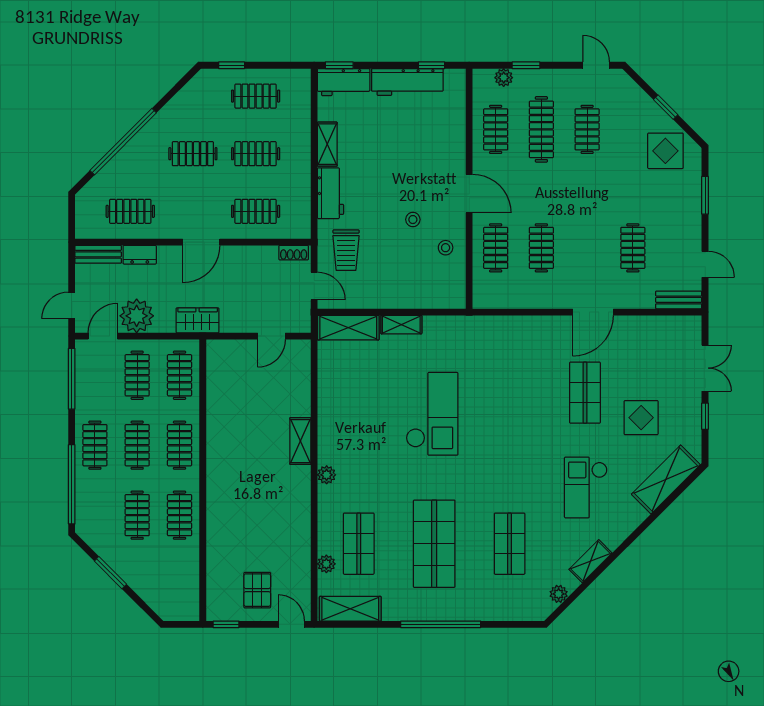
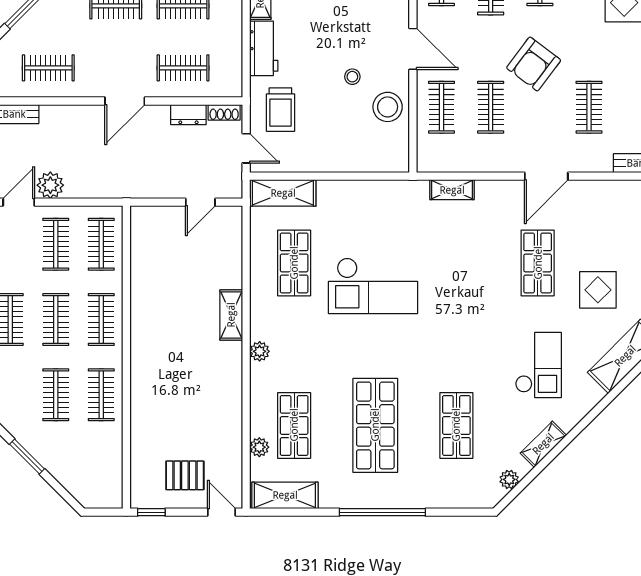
armchair: (581, 208) -> (534, 64), added
stool: (446, 248) -> (388, 107), width x1.89, depth x1.89
dresser: (140, 255) -> (188, 115), moved
plant: (137, 316) -> (50, 185), width x0.73, depth x0.73
wardrobe: (198, 320) -> (121, 185), removed
shelving: (401, 325) -> (452, 190), moved
shop shelf: (359, 393) -> (294, 263), added
checkout: (432, 414) -> (373, 286), turned 90
checkout: (586, 487) -> (538, 365), turned 180
pallet: (257, 590) -> (185, 475), turned 90

